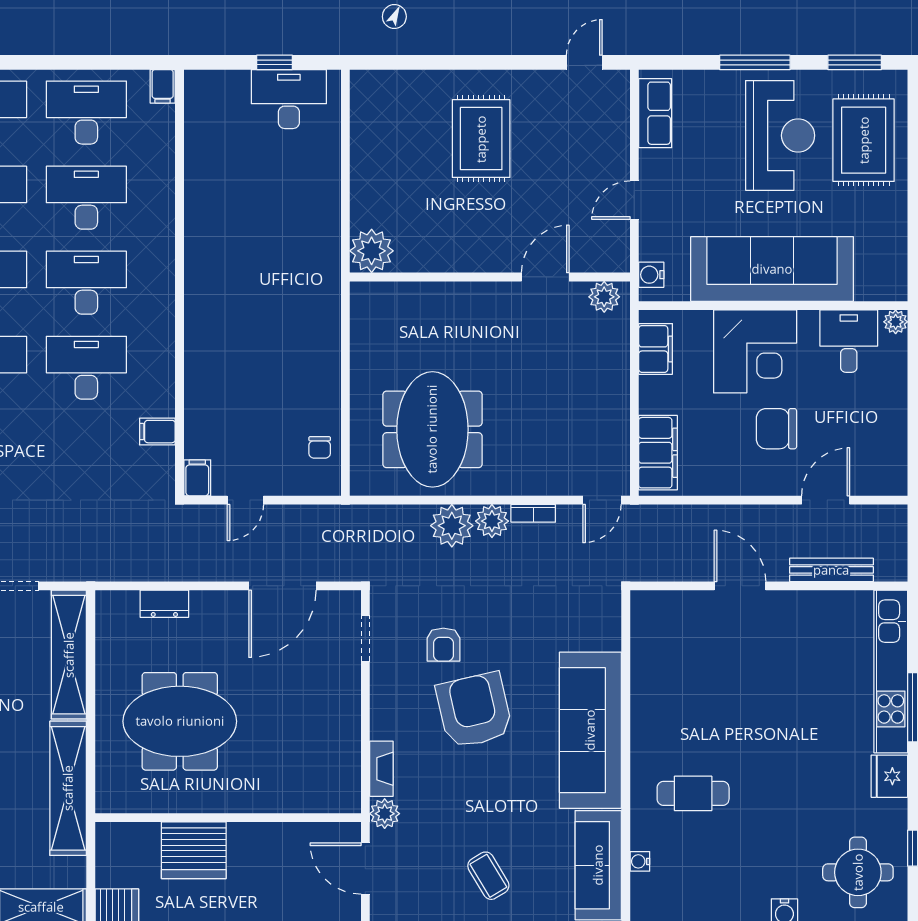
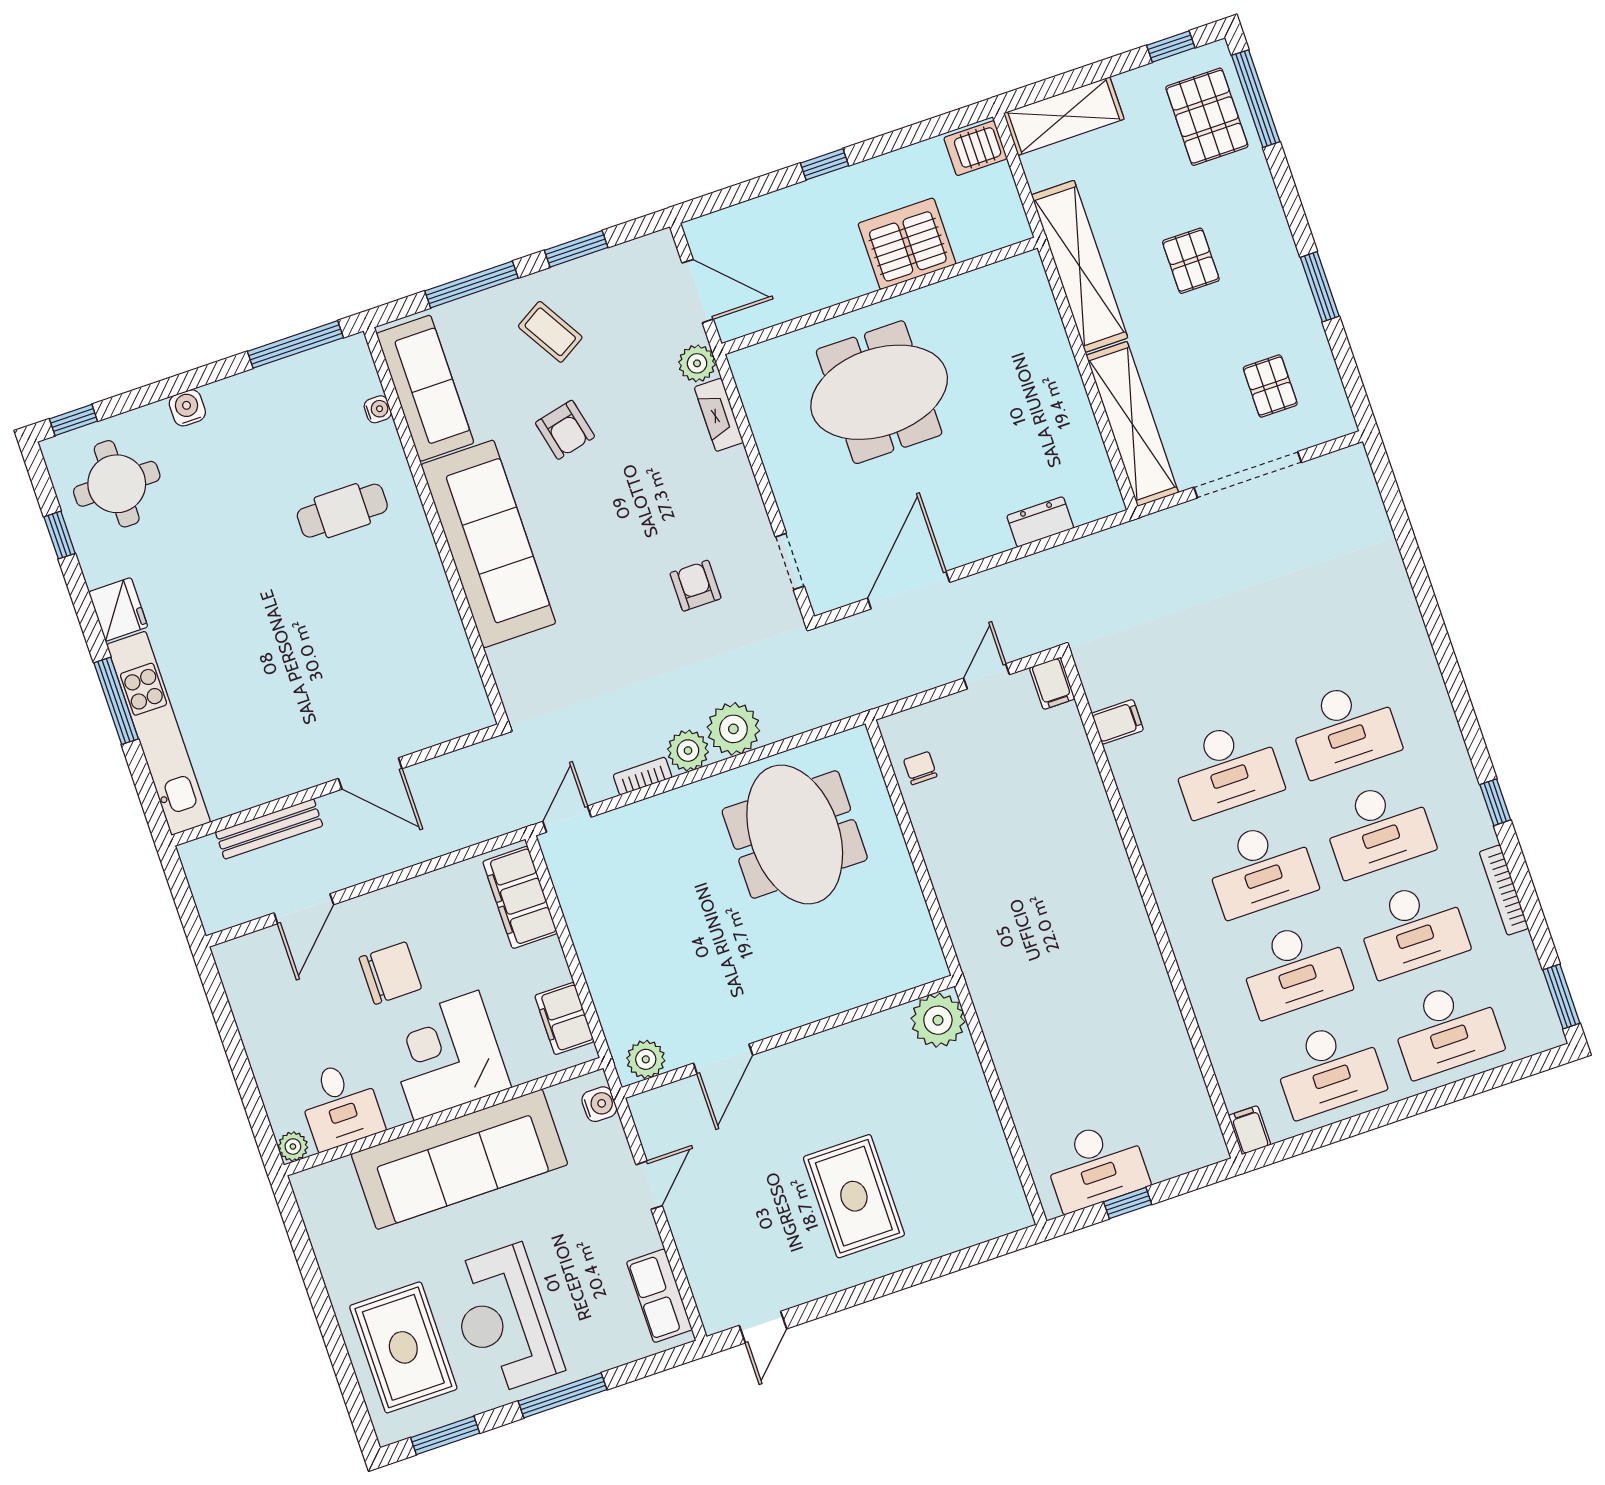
armchair: (474, 710) -> (565, 430), moved, width x0.53, depth x0.53
meeting table: (180, 721) -> (879, 392), moved

